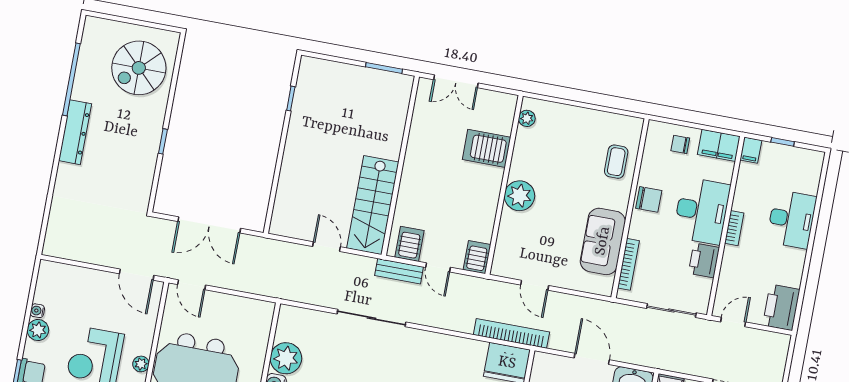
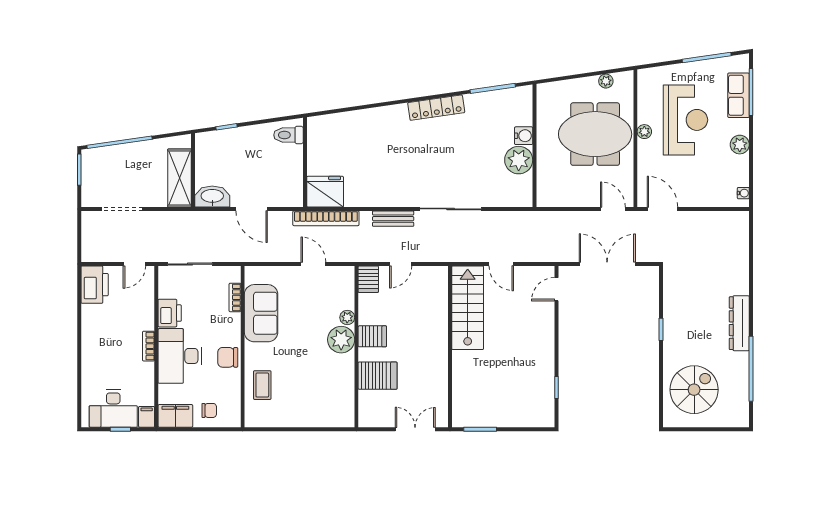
plant: (527, 118) -> (347, 317), moved
door: (271, 207) -> (556, 289), added
desk: (792, 219) -> (113, 409), moved, turned -90
server rack: (410, 244) -> (372, 336), moved, turned -90
bookcase: (628, 264) -> (235, 297), width x0.64
door: (438, 267) -> (401, 264), swing flipped
bench: (399, 271) -> (393, 219), moved
water cooler: (37, 311) -> (743, 193), moved

